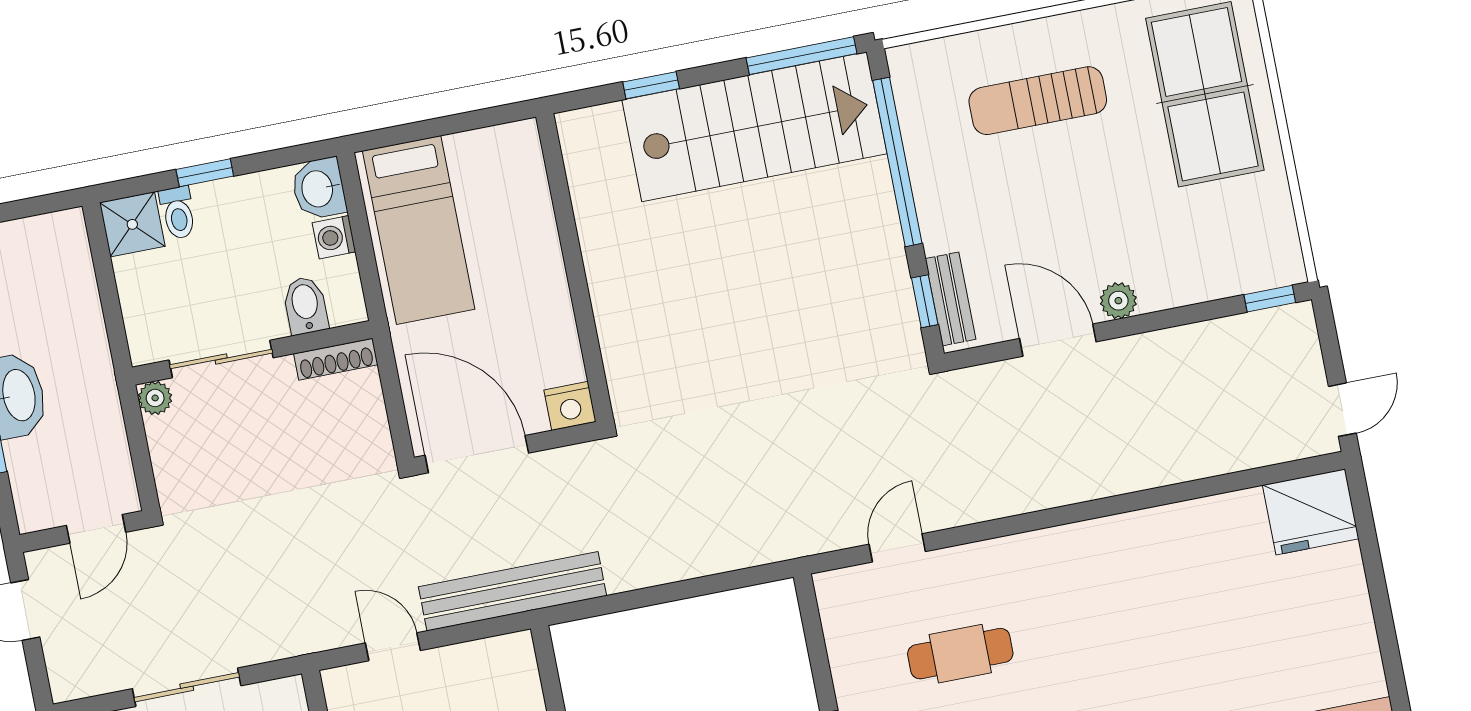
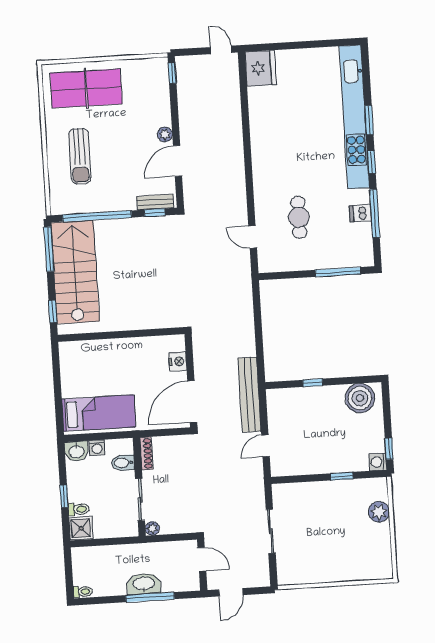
wall: (575, 268) -> (121, 335), moved

